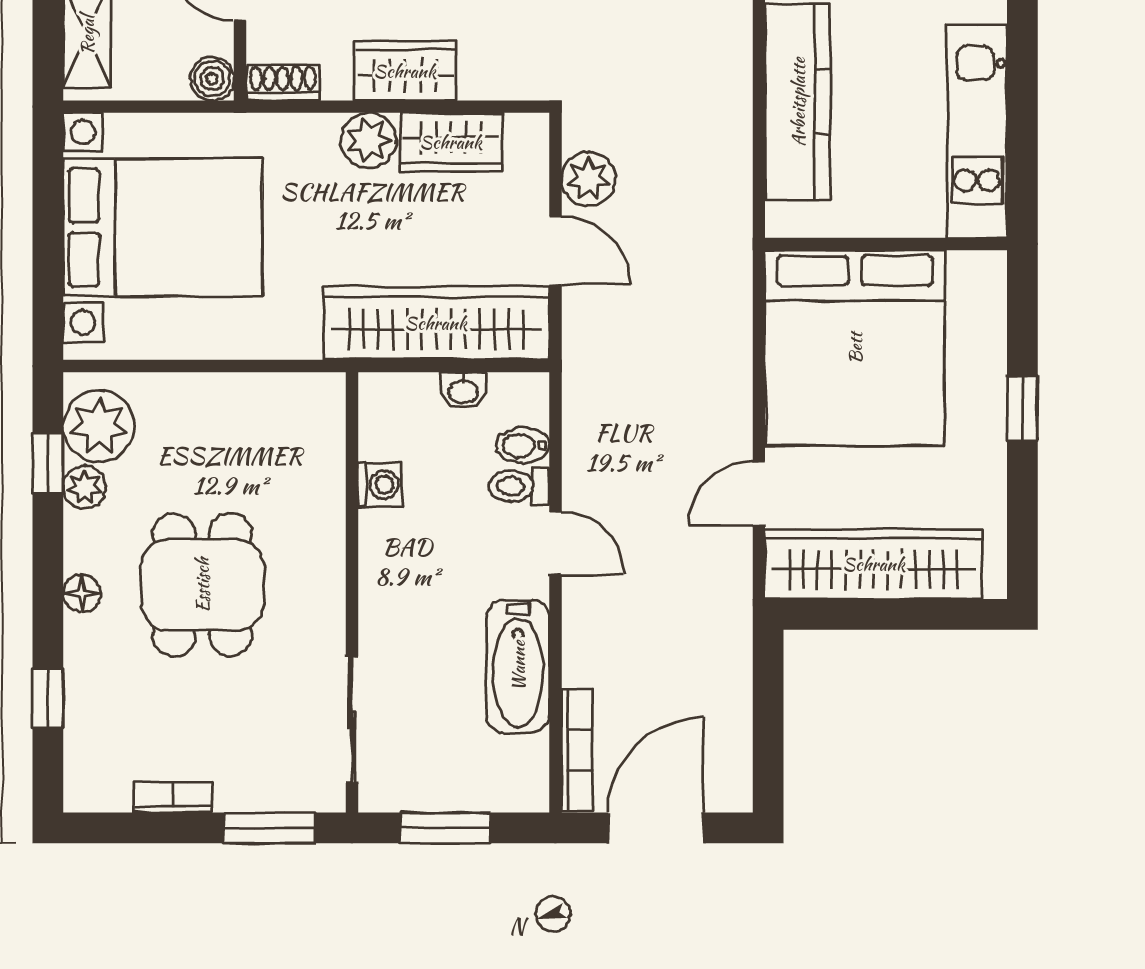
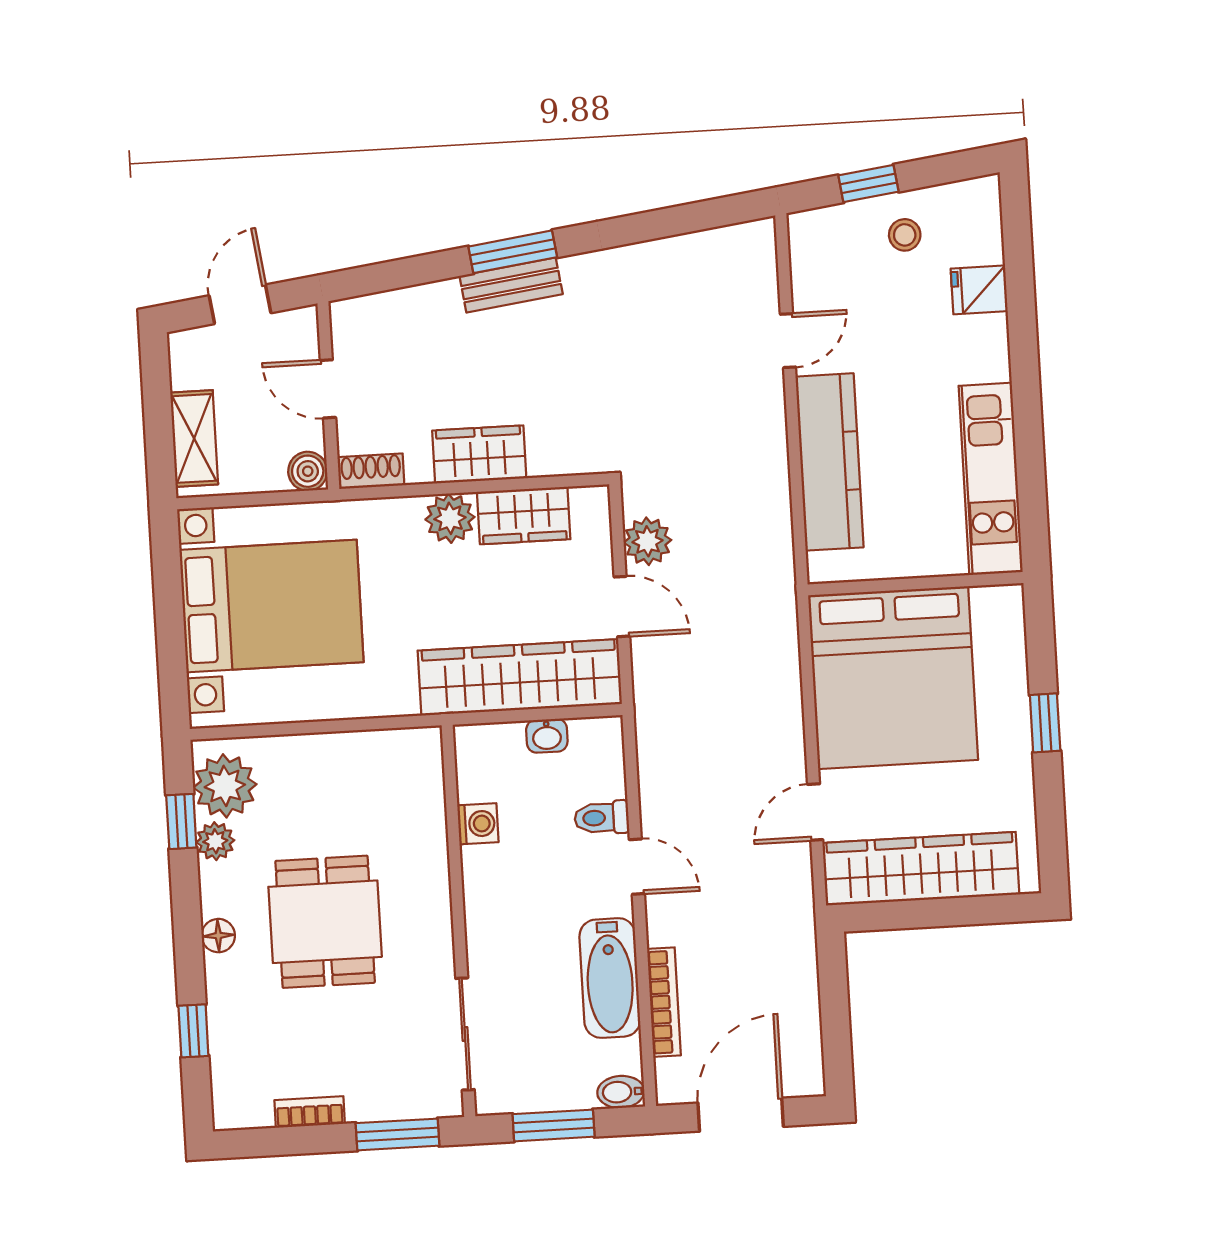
bidet: (523, 445) -> (621, 1092), moved
bookcase: (577, 750) -> (664, 1002), moved

